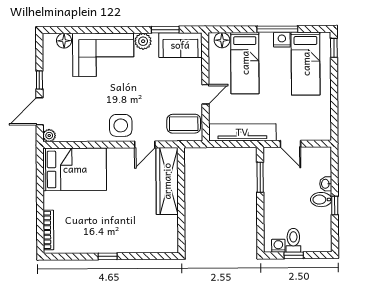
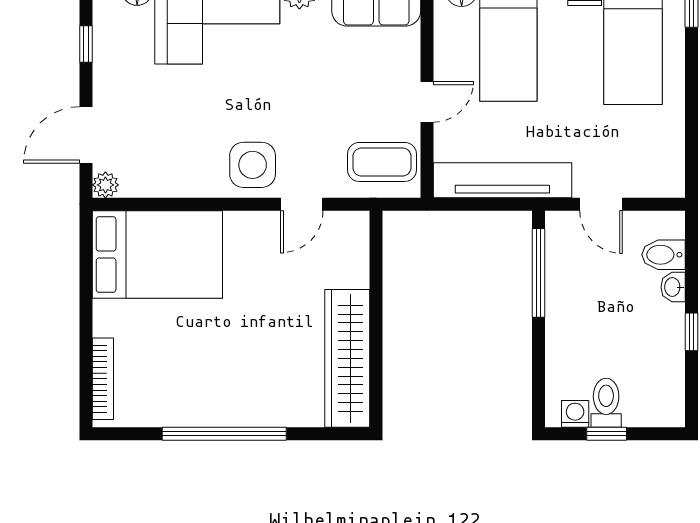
window: (39, 80) -> (86, 44), moved
window: (260, 177) -> (538, 273), width x1.44
wardrobe: (167, 181) -> (347, 358), moved
bidet: (321, 200) -> (663, 255), moved
window: (108, 256) -> (224, 434), width x3.17

